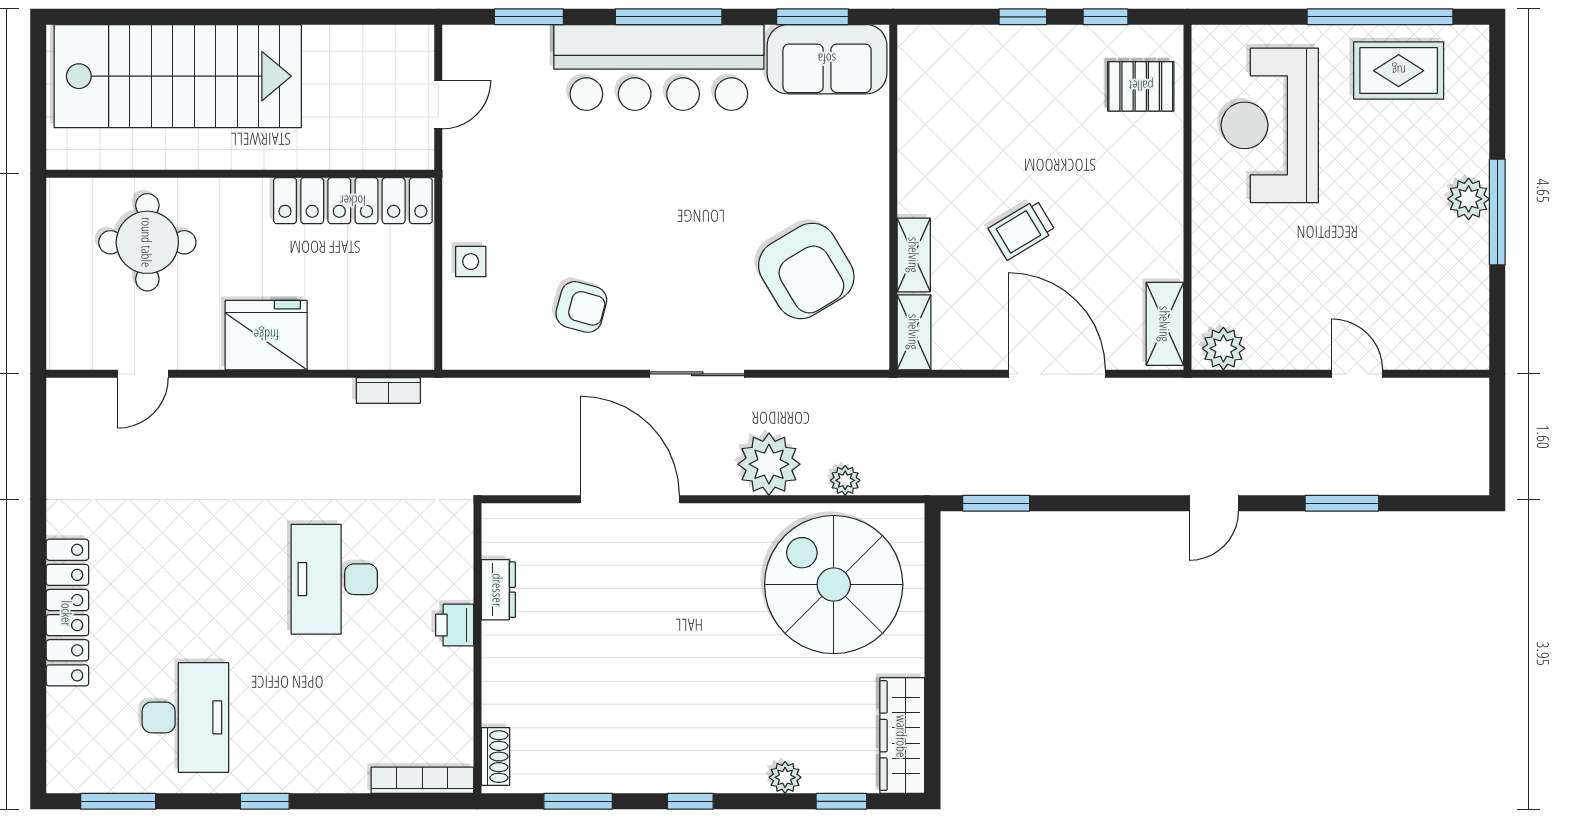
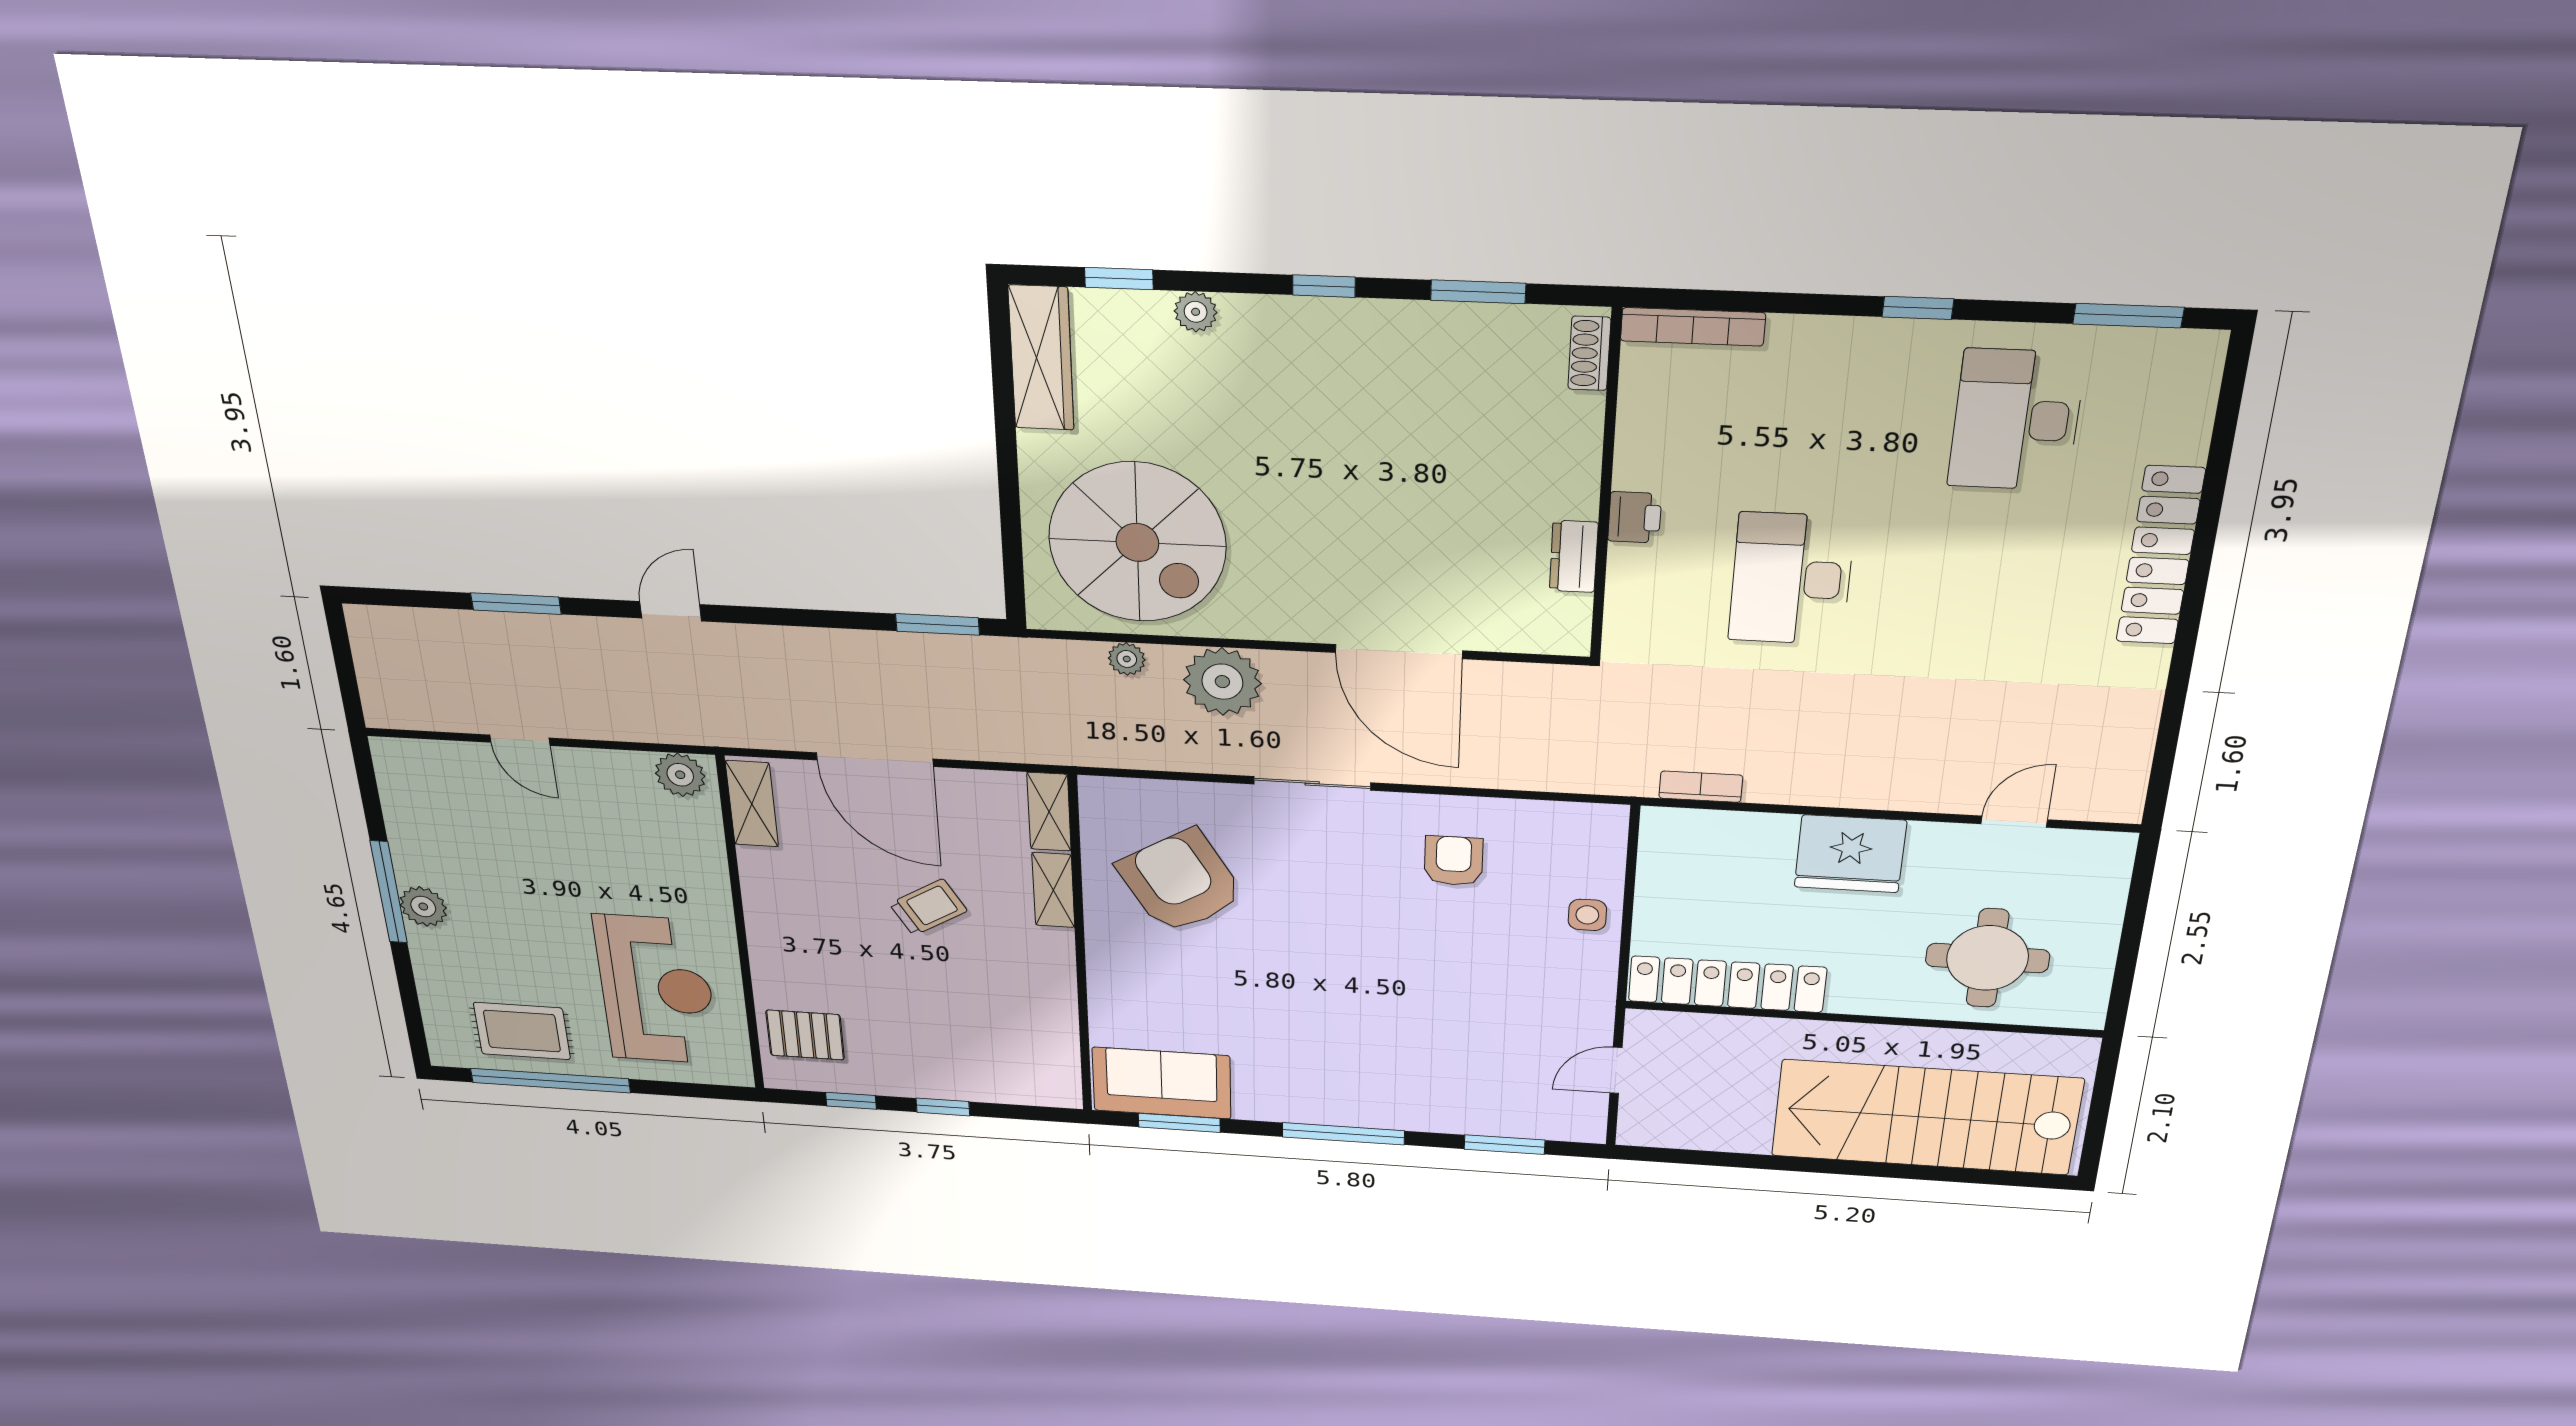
bar counter: (659, 67) -> (1355, 1088), removed
armchair: (581, 307) -> (1454, 861), turned 75
desk: (334, 579) -> (1791, 579), turned 180

